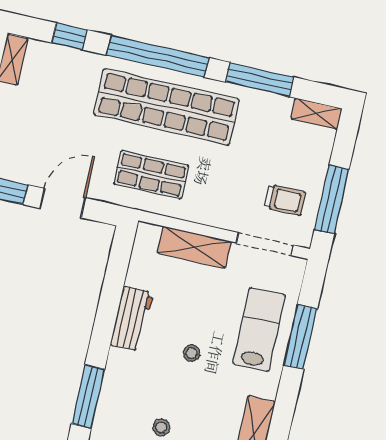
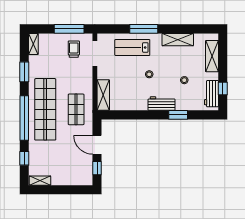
window: (260, 79) -> (24, 72), width x0.69
shelving: (194, 247) -> (103, 95), moved
workbench: (132, 319) -> (162, 104), moved
window: (301, 337) -> (144, 29), moved
window: (88, 397) -> (178, 115), width x0.69

